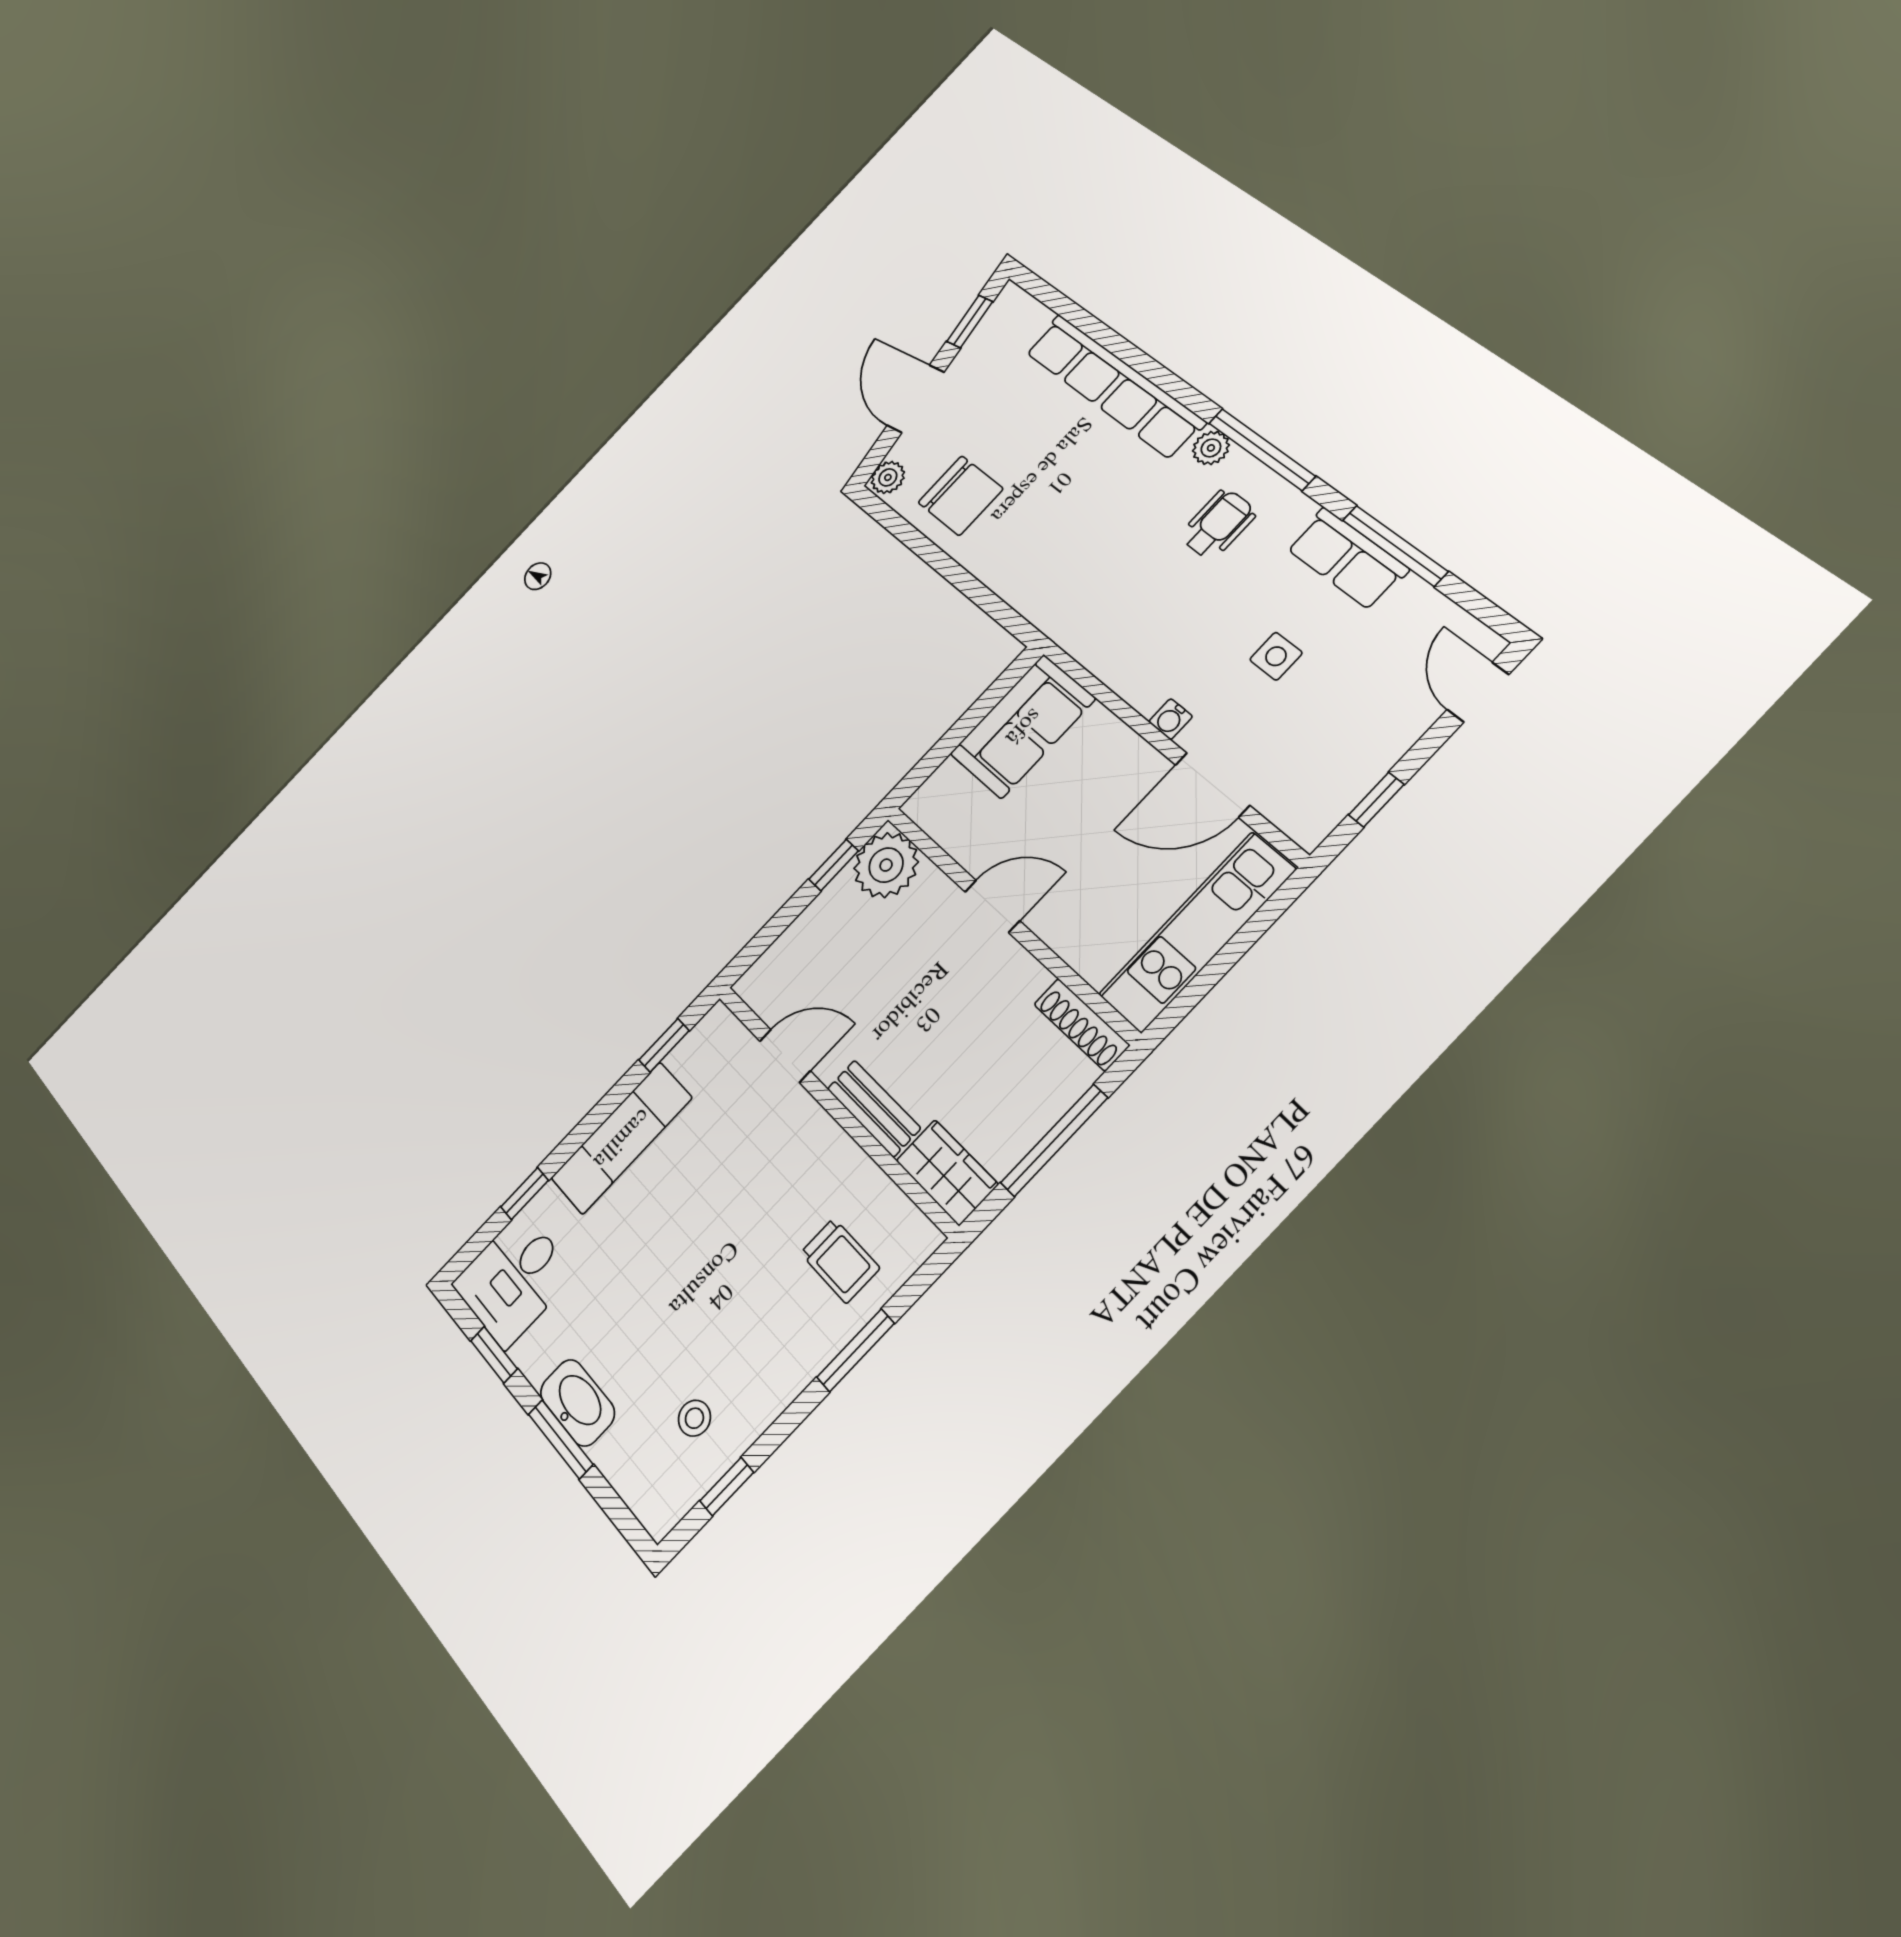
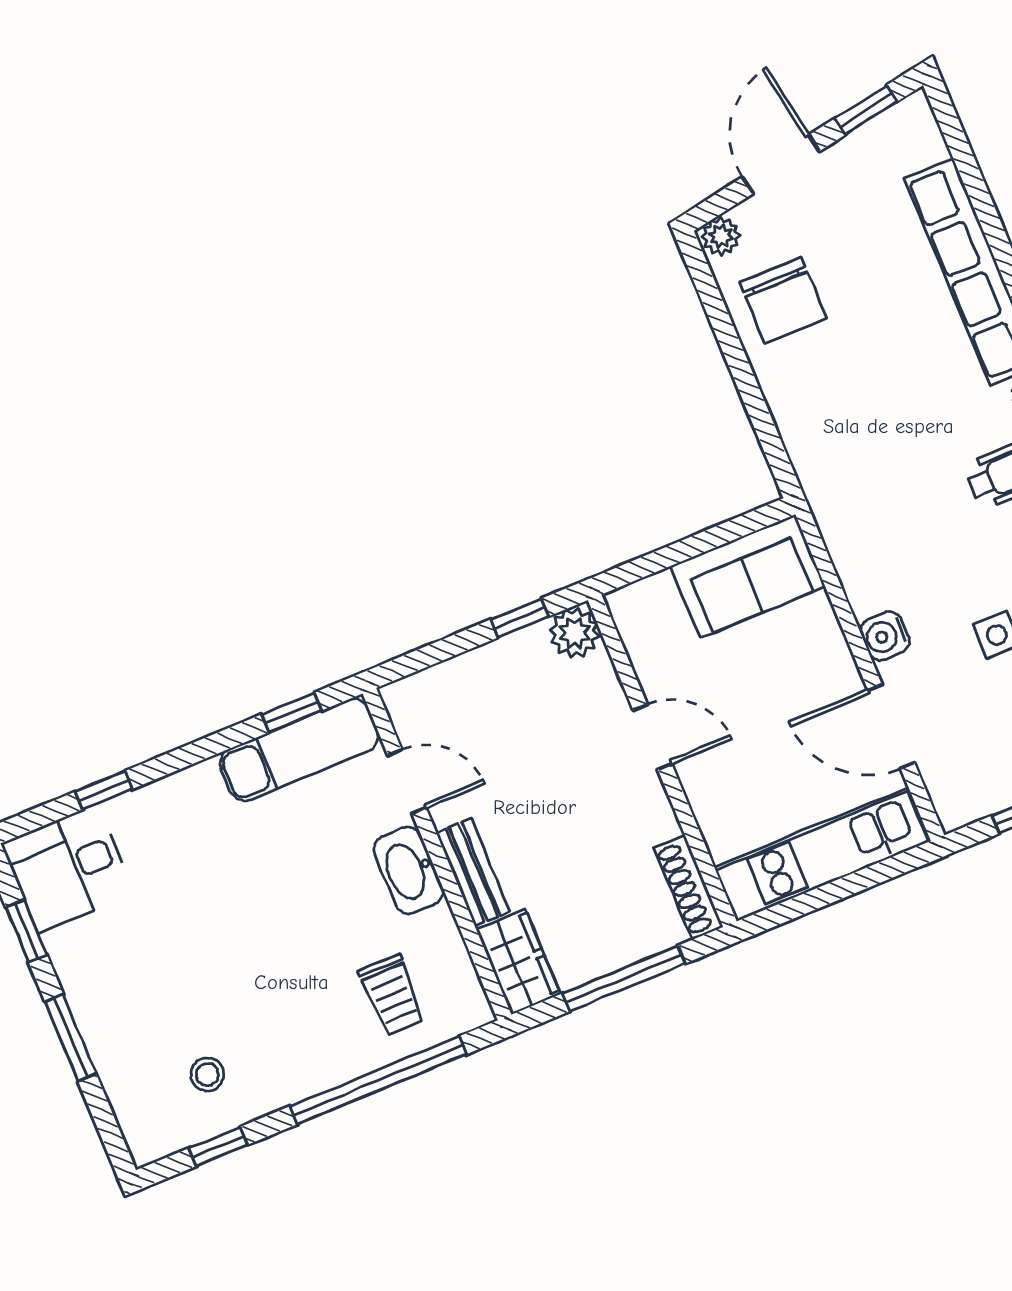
water cooler: (1171, 719) -> (885, 636), width x1.38, depth x1.38
plant: (886, 865) -> (574, 633), width x0.73, depth x0.73
exam couch: (621, 1138) -> (299, 750), moved
window: (855, 1350) -> (378, 1080), width x2.11
washbasin: (577, 1403) -> (409, 870), moved, turned 180

